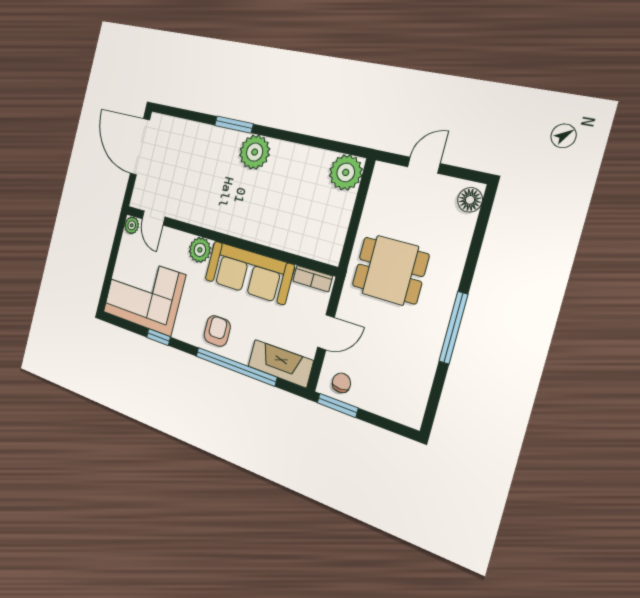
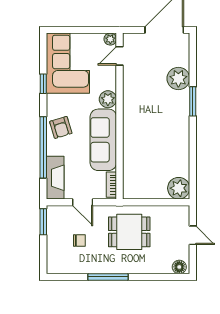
plant: (255, 152) -> (178, 79), moved
dining table: (390, 270) -> (129, 232), turned 90
armchair: (217, 331) -> (61, 127), turned 73
chair: (341, 383) -> (79, 240), moved

